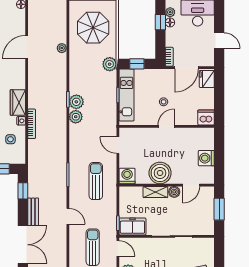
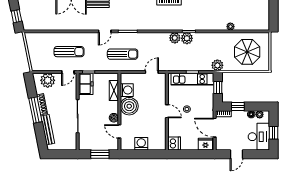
window: (160, 22) -> (238, 107), moved
washing machine: (127, 176) -> (127, 90), moved
shelving: (155, 192) -> (114, 91), moved
door: (68, 216) -> (105, 31), moved

